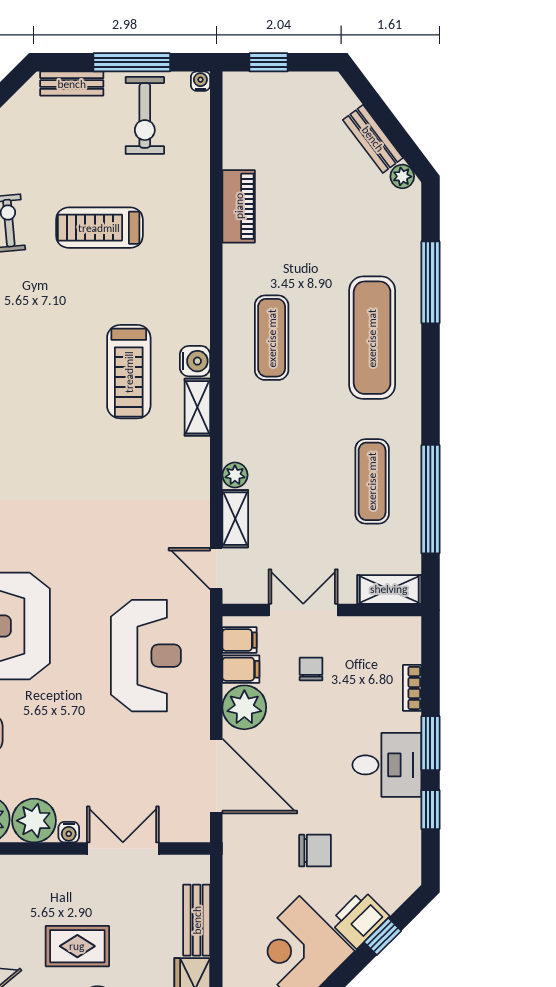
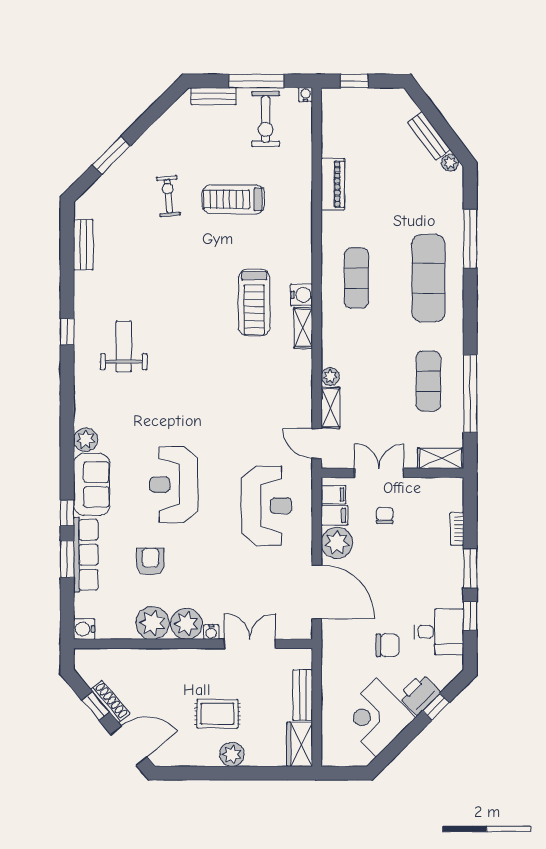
desk: (387, 765) -> (439, 632), moved

